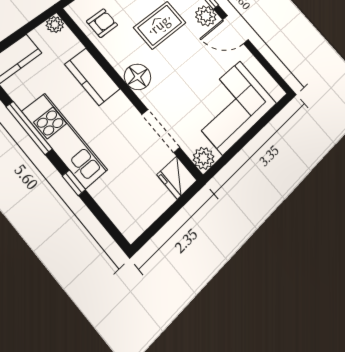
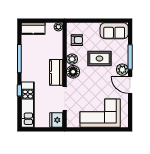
kitchen counter: (92, 77) -> (56, 72), moved
kitchen unit: (65, 141) -> (28, 105), moved
plant: (204, 158) -> (72, 59), moved

